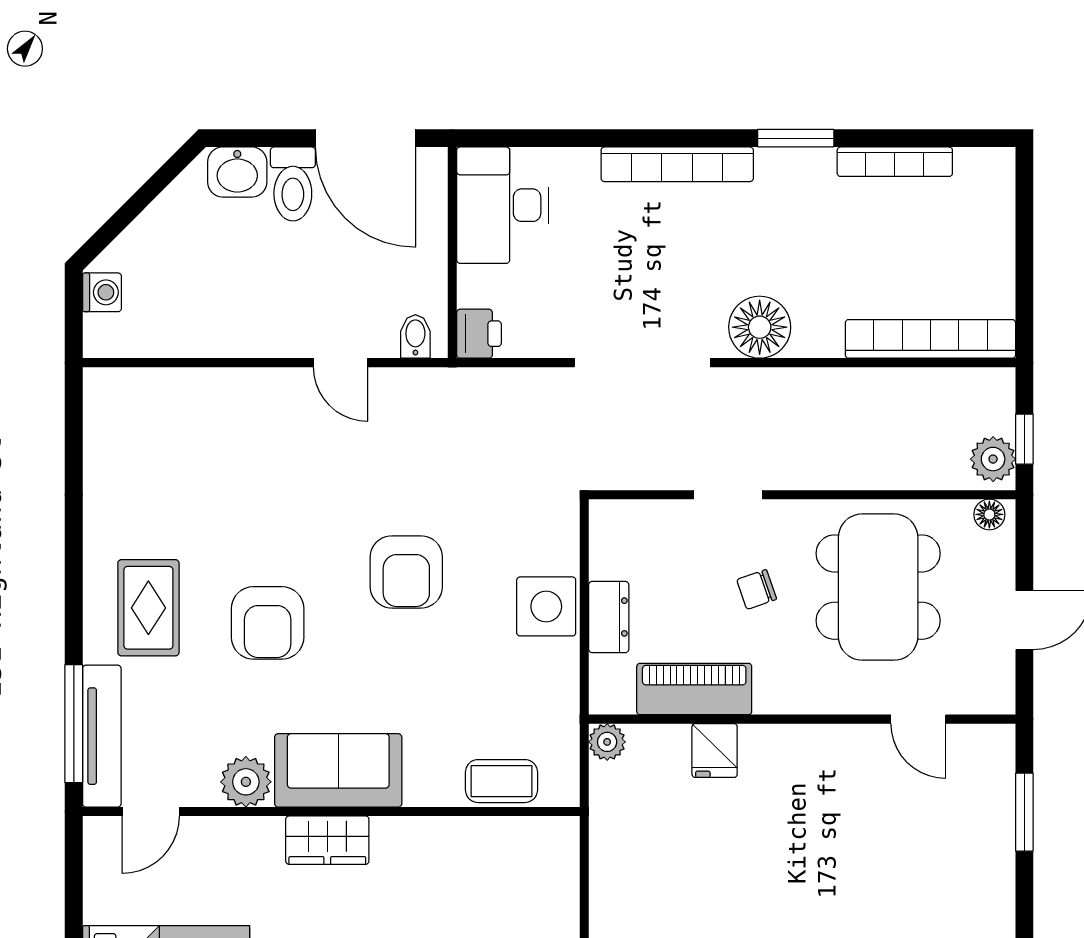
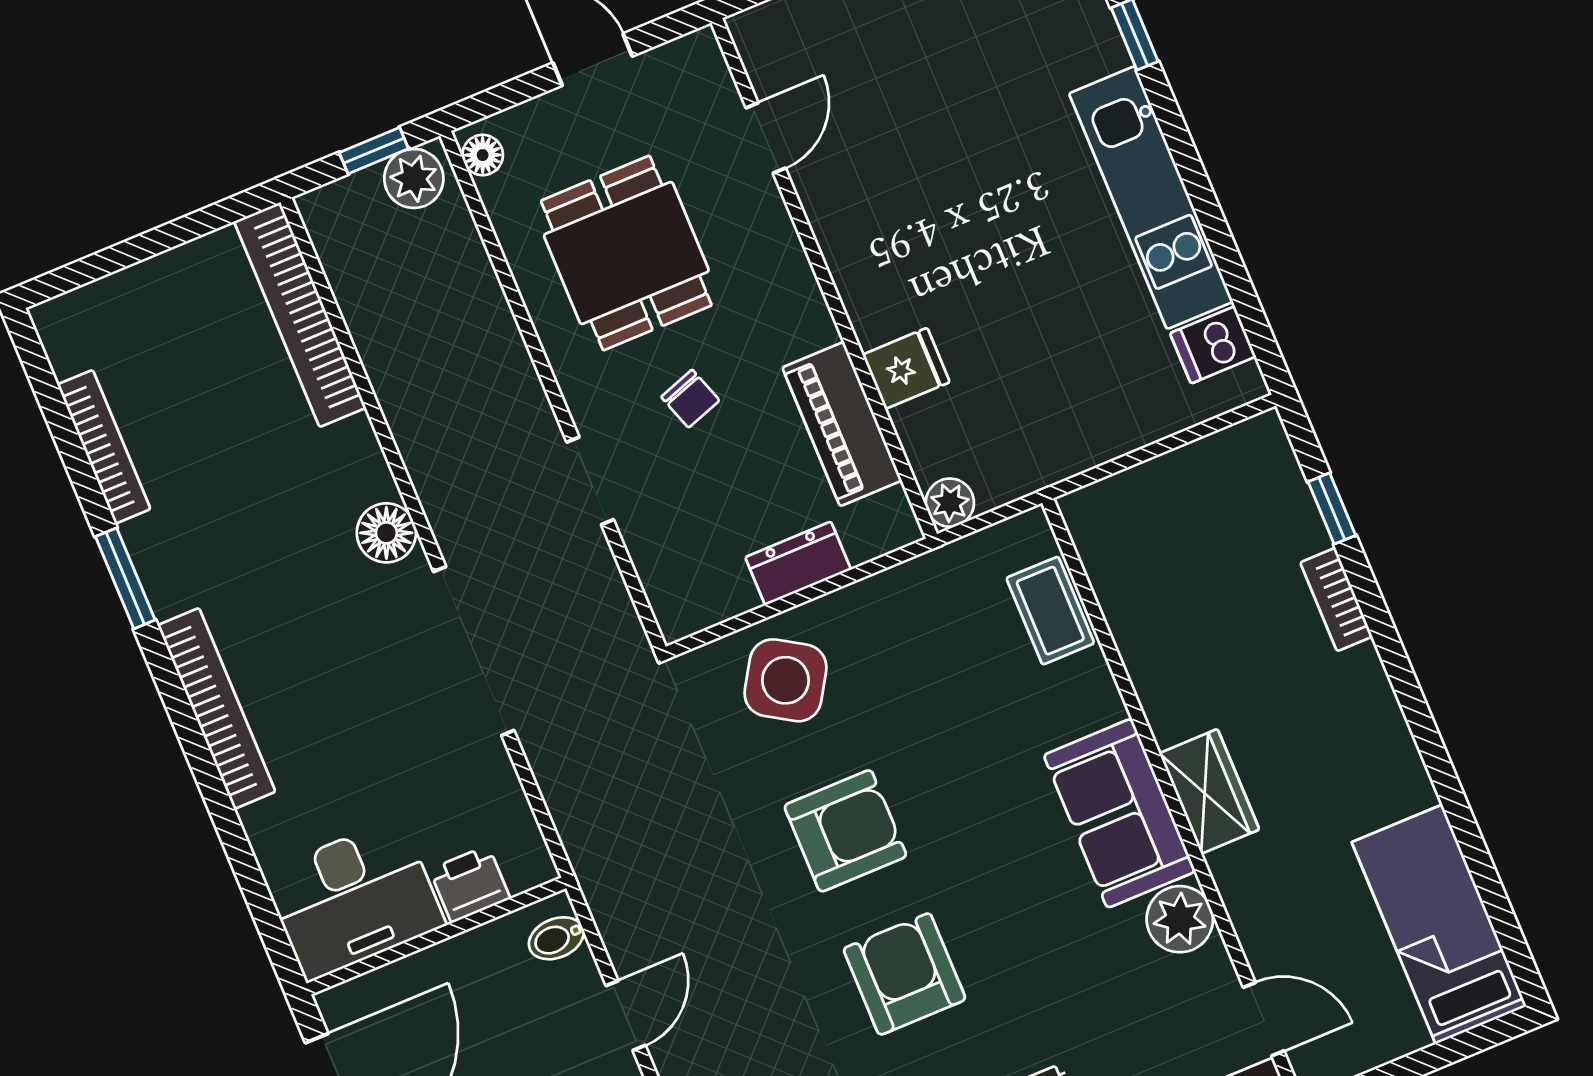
floor lamp: (760, 327) -> (386, 533), width x0.73, depth x0.73
printer: (479, 334) -> (470, 884), moved
dining table: (878, 587) -> (626, 253), width x0.73
side table: (546, 606) -> (785, 680), moved, turned 32
armchair: (268, 623) -> (905, 974), moved, turned -90

